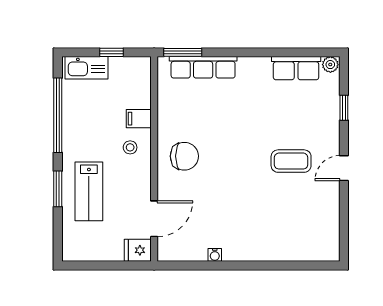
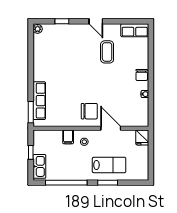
row of seats: (296, 68) -> (135, 30), moved, turned 90
chair: (184, 156) -> (89, 111), turned 90
coffee table: (291, 161) -> (107, 52), moved
door: (154, 219) -> (111, 128), moved
chair: (249, 249) -> (142, 75), added

